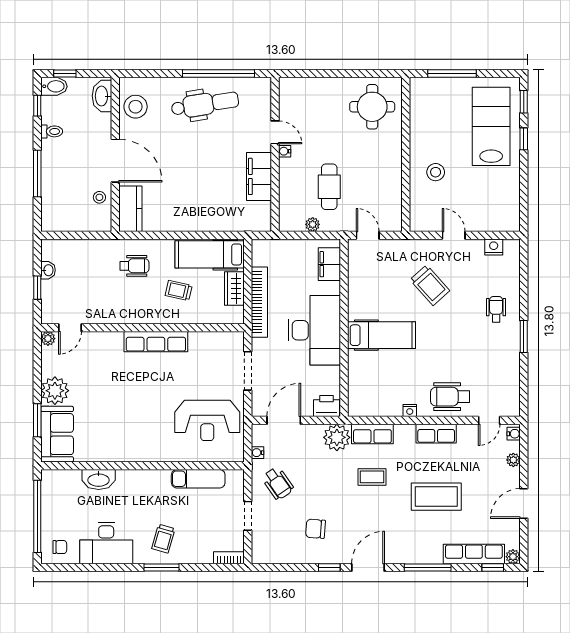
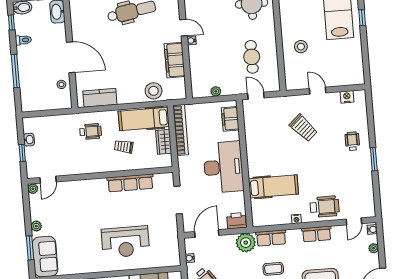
stool: (136, 107) -> (154, 91), moved
cafe table: (329, 187) -> (252, 57), moved
kitchen counter: (130, 209) -> (100, 98), moved, turned -90
bookcase: (259, 302) -> (181, 130), moved
hospital bed: (382, 335) -> (273, 186), moved
row of seats: (156, 342) -> (130, 183), moved
plant: (55, 391) -> (36, 226), width x0.53, depth x0.53
wheelchair: (450, 397) -> (325, 207), turned 180
reception desk: (207, 420) -> (125, 242), moved

